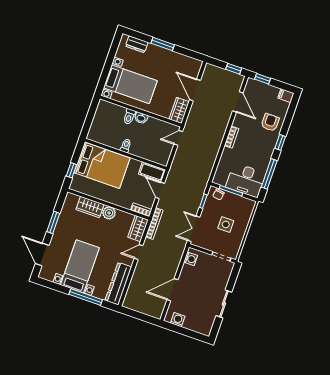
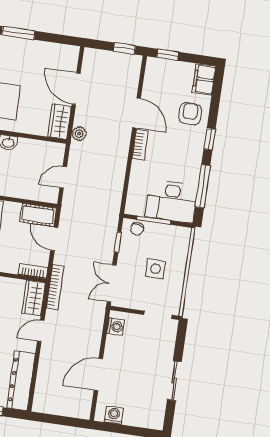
filing cabinet: (286, 96) -> (204, 79), width x2.00
door: (238, 102) -> (136, 113), moved
plant: (191, 121) -> (79, 134), added
door: (178, 138) -> (63, 177), moved

